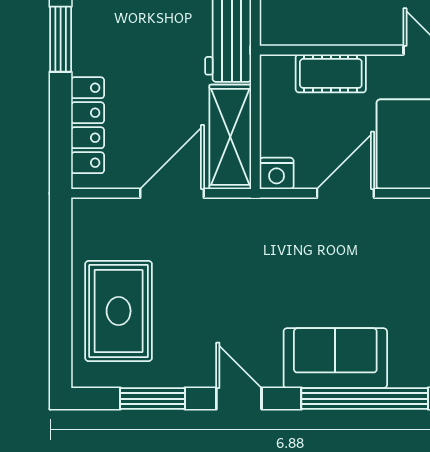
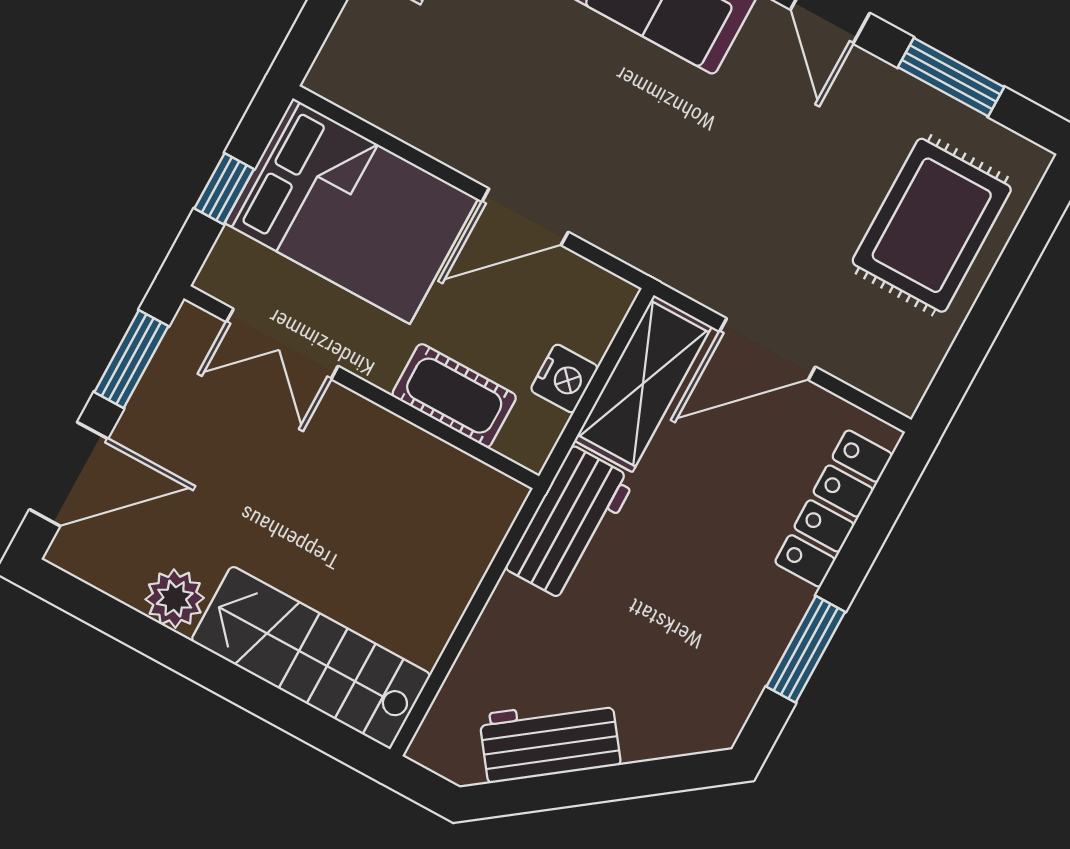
nightstand: (277, 173) -> (564, 378), moved, turned 90

